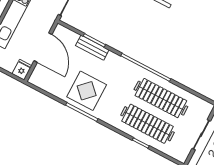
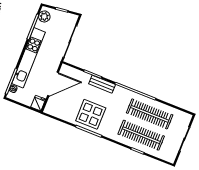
door: (43, 48) -> (53, 84), hinge flipped
bench: (92, 48) -> (102, 84), moved

